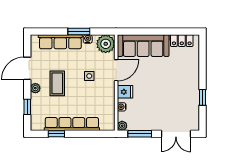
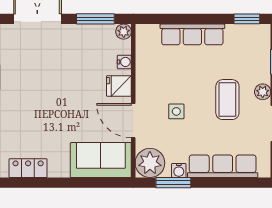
window: (79, 31) -> (173, 183), moved
sofa: (143, 46) -> (101, 160), width x0.73
door: (116, 70) -> (133, 121), hinge flipped
row of seats: (72, 124) -> (192, 34), width x0.73
window: (56, 134) -> (247, 19), moved

